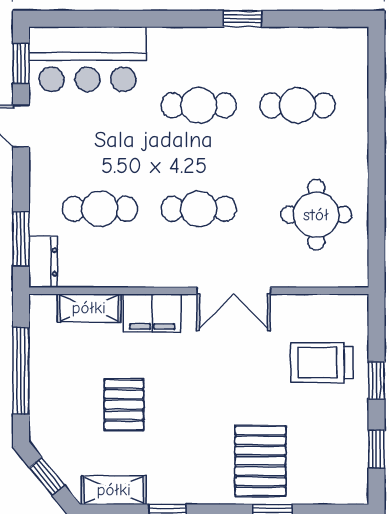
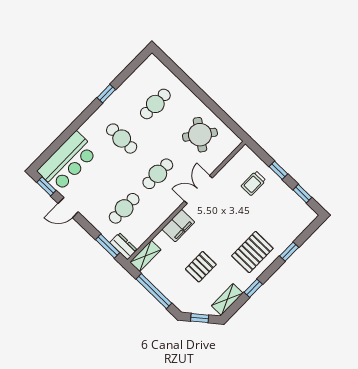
cafe table: (199, 105) -> (122, 139), turned 90
round table: (316, 215) -> (200, 135), turned 36
double door: (234, 291) -> (198, 190), swing flipped
shelving: (89, 308) -> (145, 256), moved
trolley: (322, 362) -> (253, 183), width x0.73, depth x0.72
pallet: (124, 405) -> (201, 267), turned 90
pallet: (260, 461) -> (252, 252), moved, turned 90

